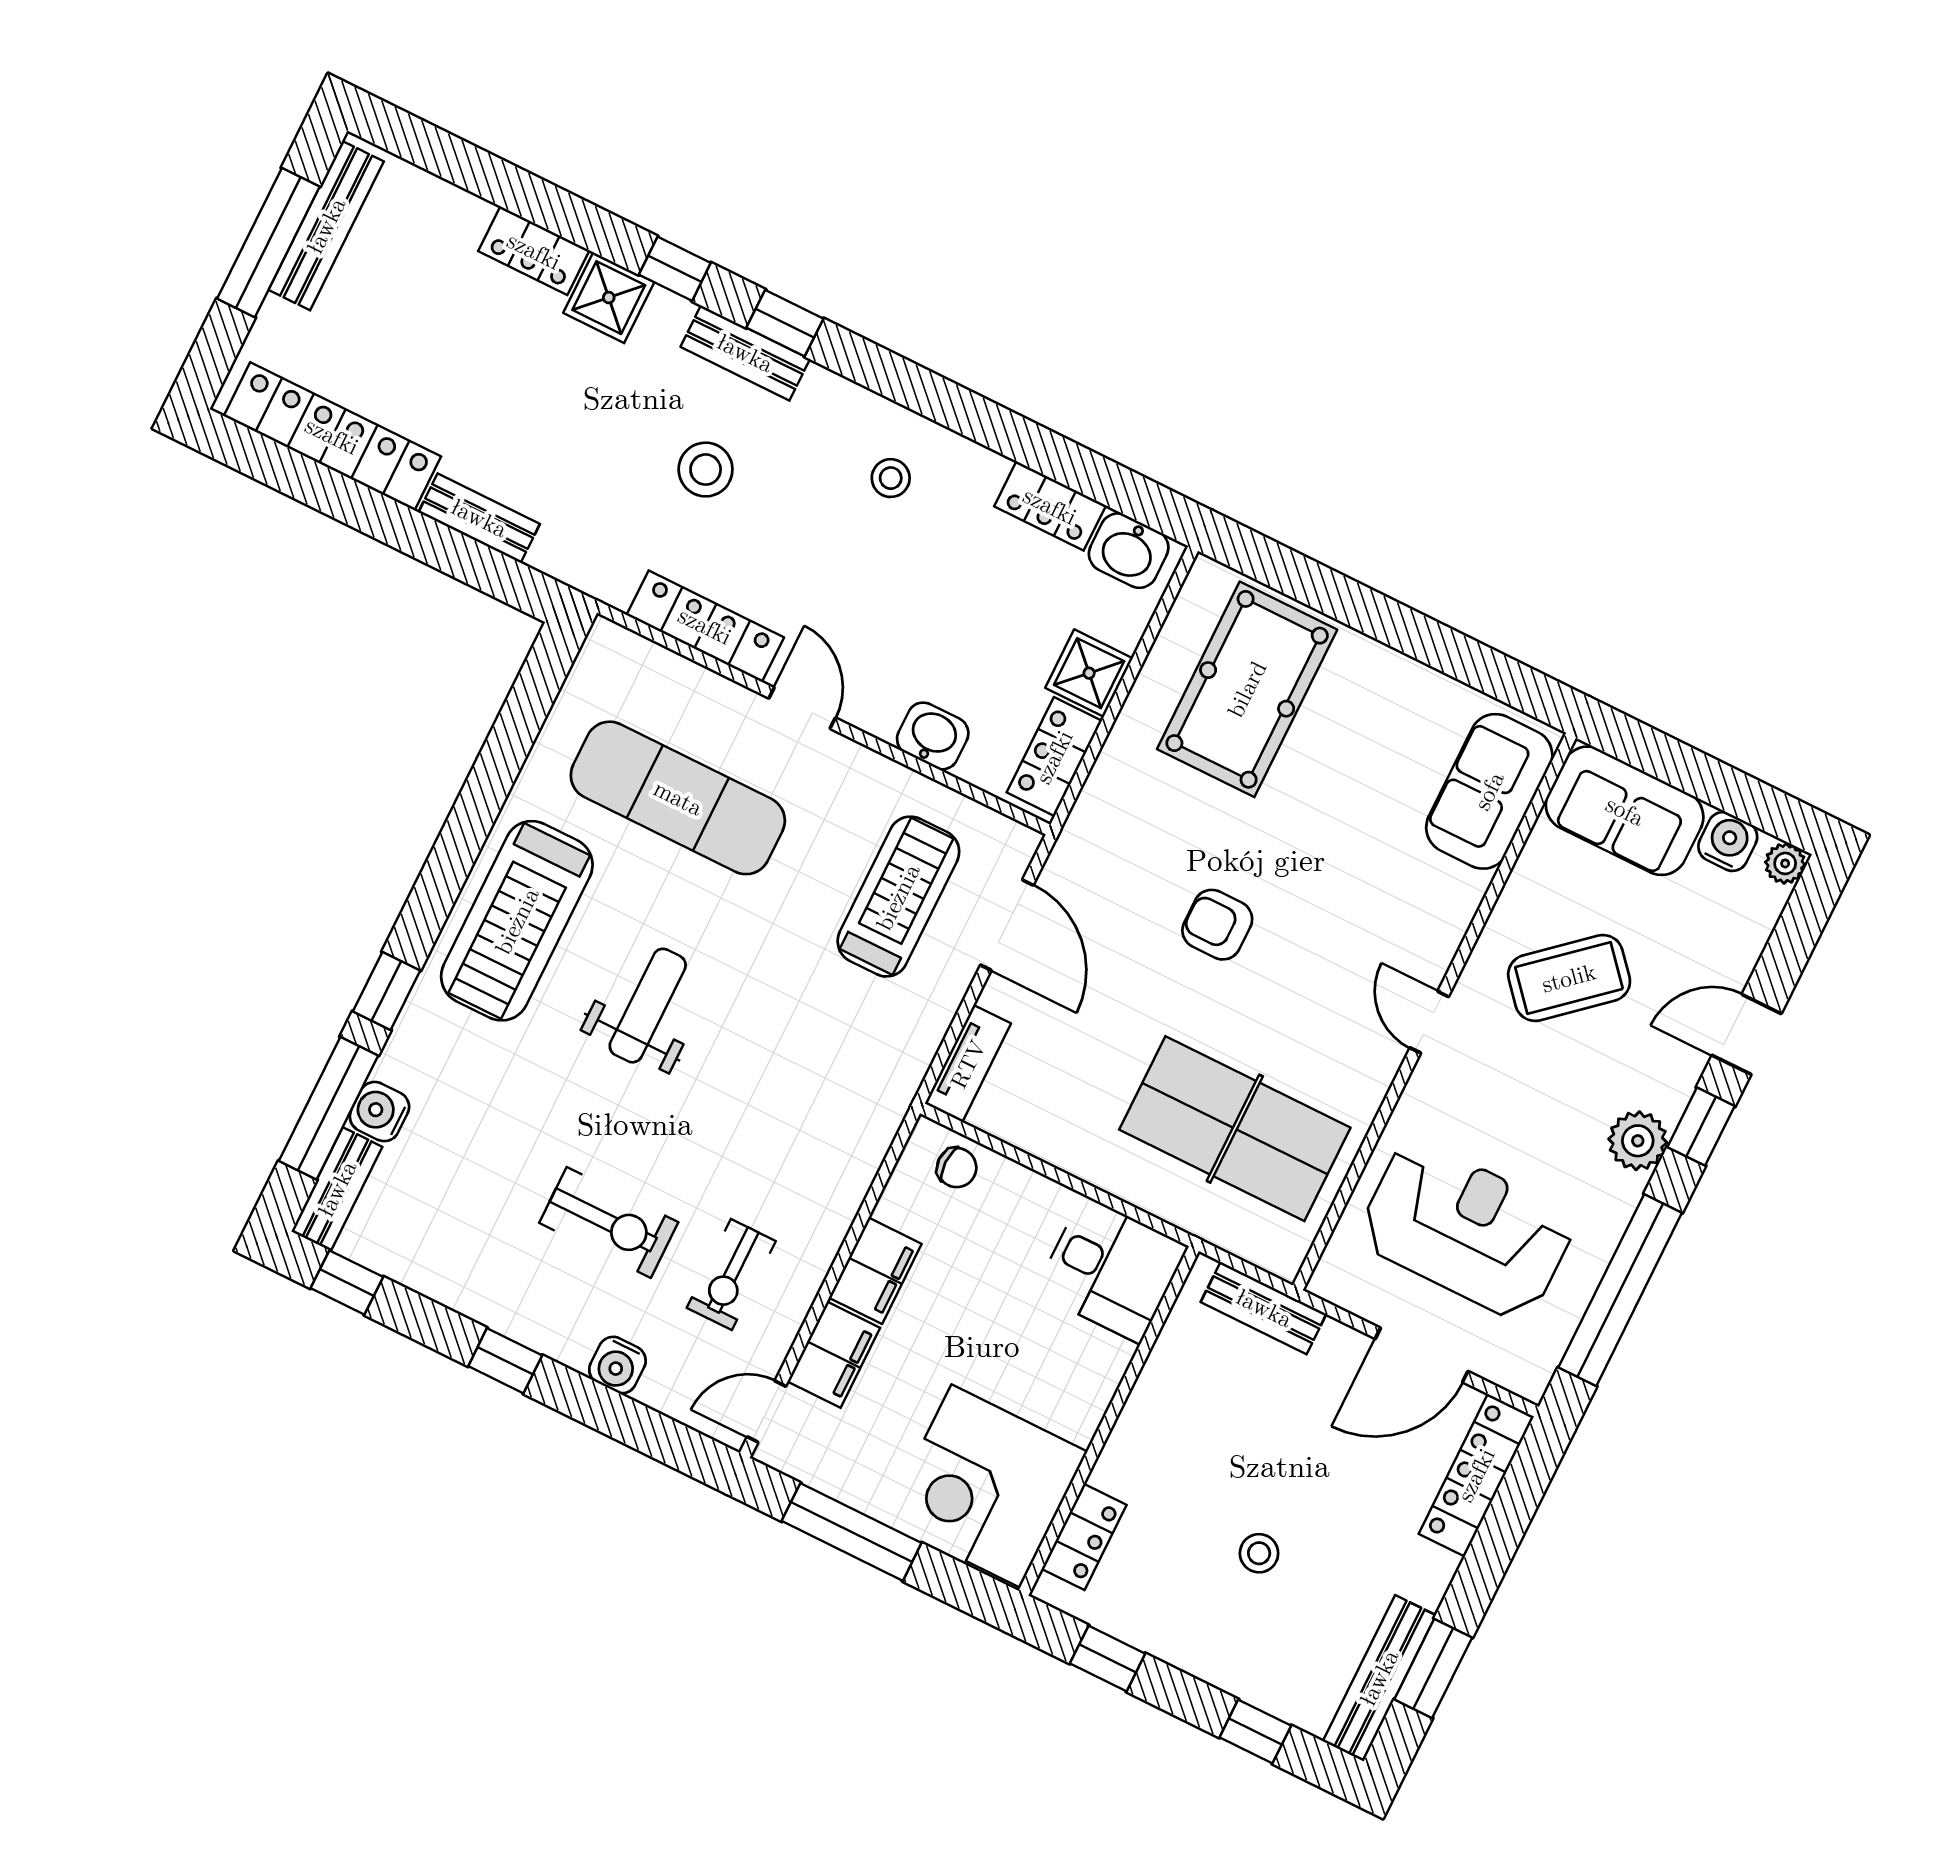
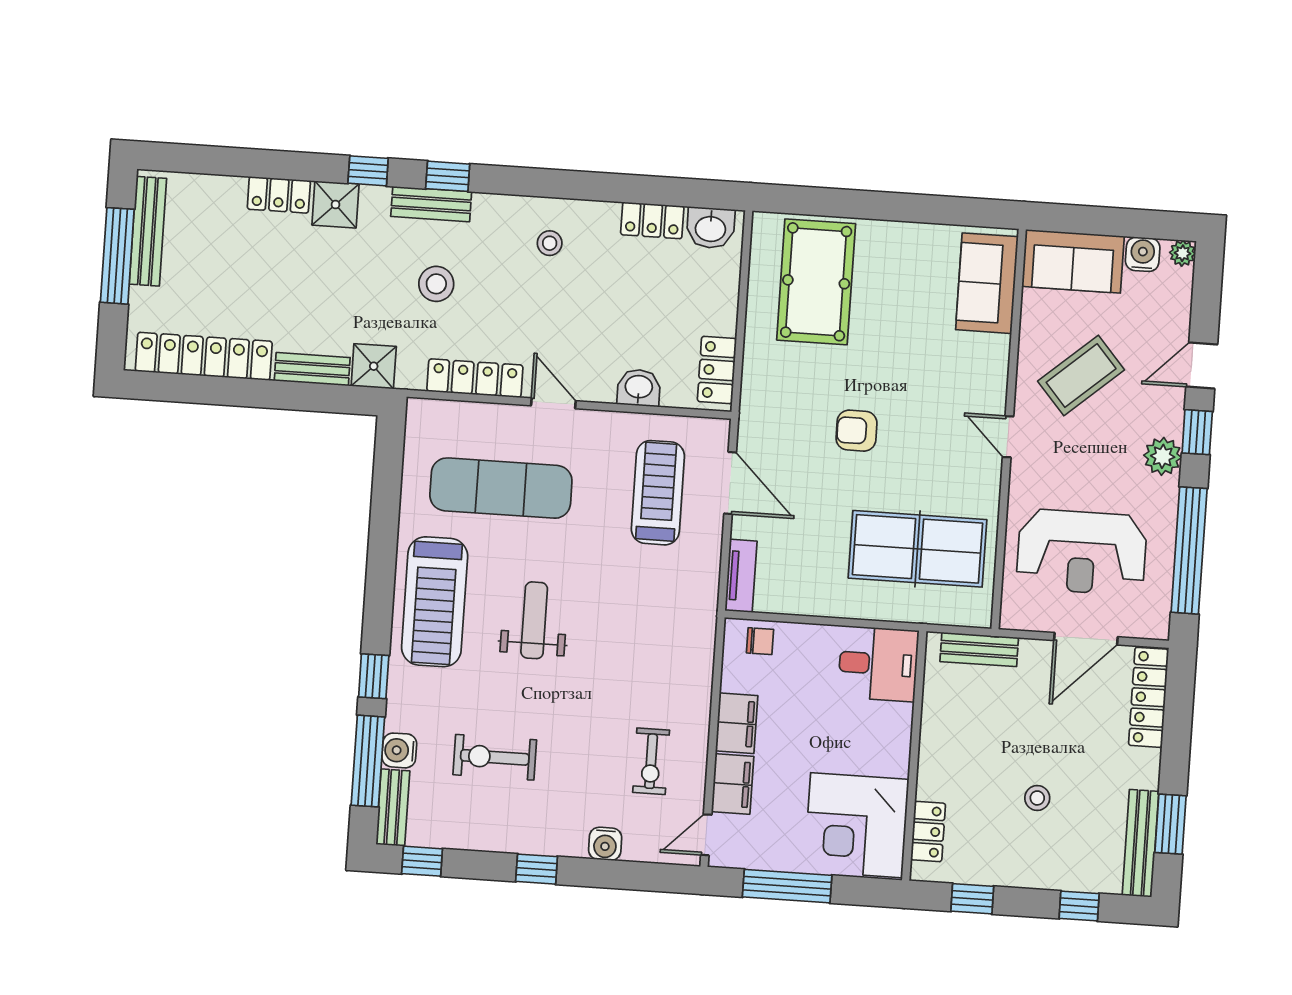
shower: (1089, 673) -> (374, 366), moved
exercise bike: (609, 1222) -> (495, 757), moved, turned 180
reception desk: (1466, 1229) -> (1082, 552), turned 180

